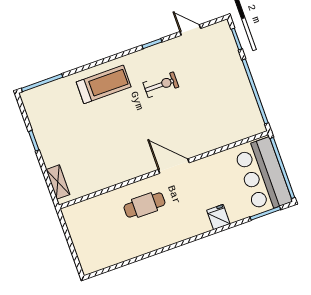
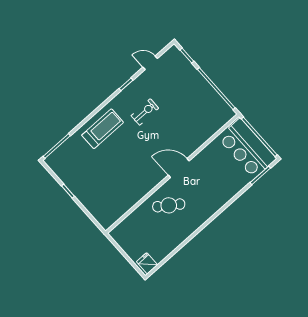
shelving: (58, 182) -> (98, 214), removed
cafe table: (144, 205) -> (169, 205), turned 35
fridge: (218, 217) -> (147, 263), moved

